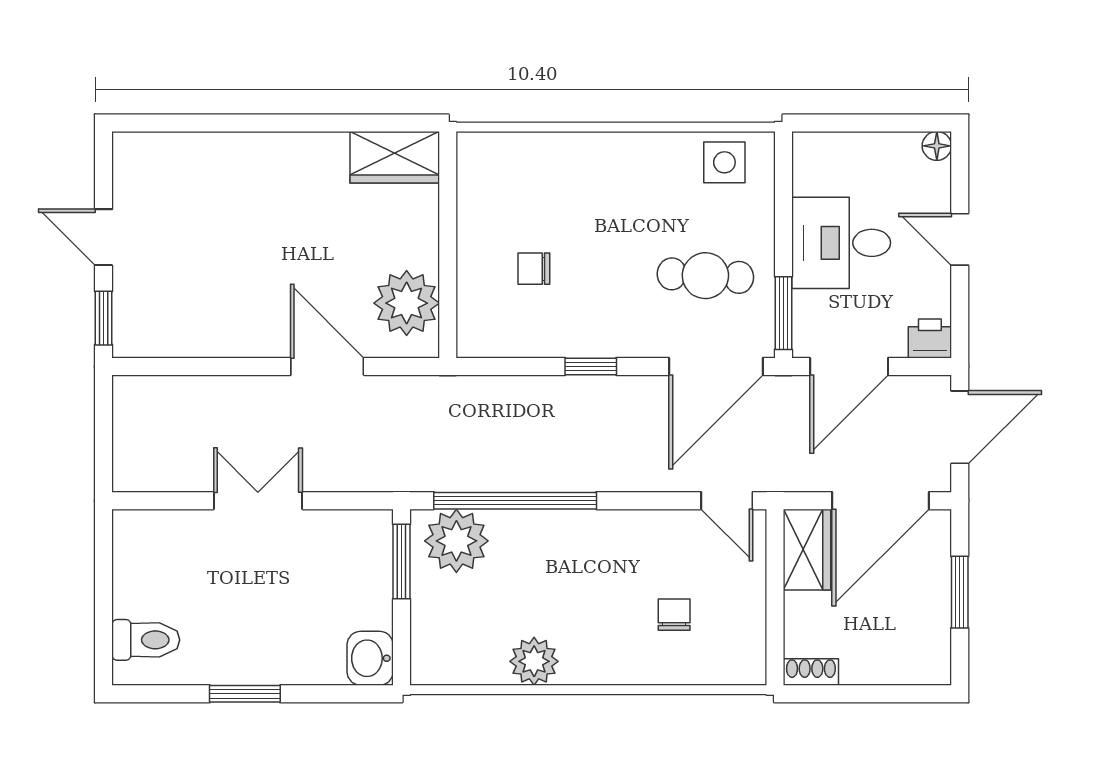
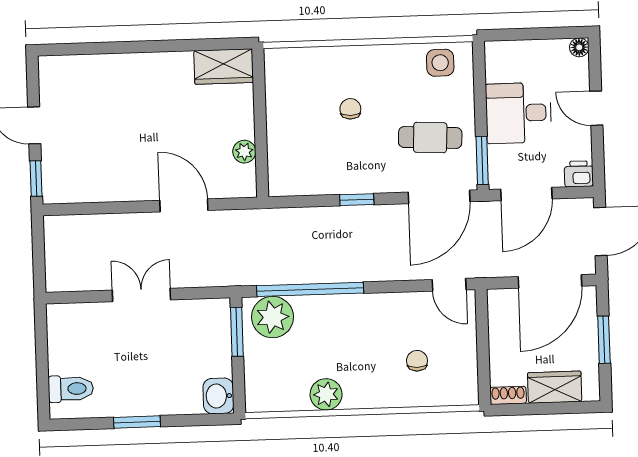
chair: (534, 269) -> (350, 109), moved, turned 90
plant: (407, 303) -> (244, 152), width x0.53, depth x0.53
wardrobe: (807, 550) -> (555, 387), moved, turned -90

